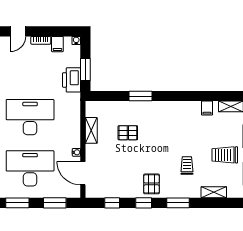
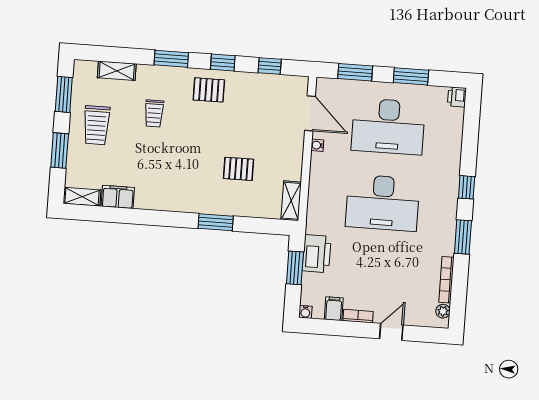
filing cabinet: (207, 108) -> (118, 197), width x2.00
shelving: (91, 130) -> (291, 201), moved
trolley: (225, 155) -> (96, 125), turned 90
pallet: (152, 184) -> (209, 90), turned 90

